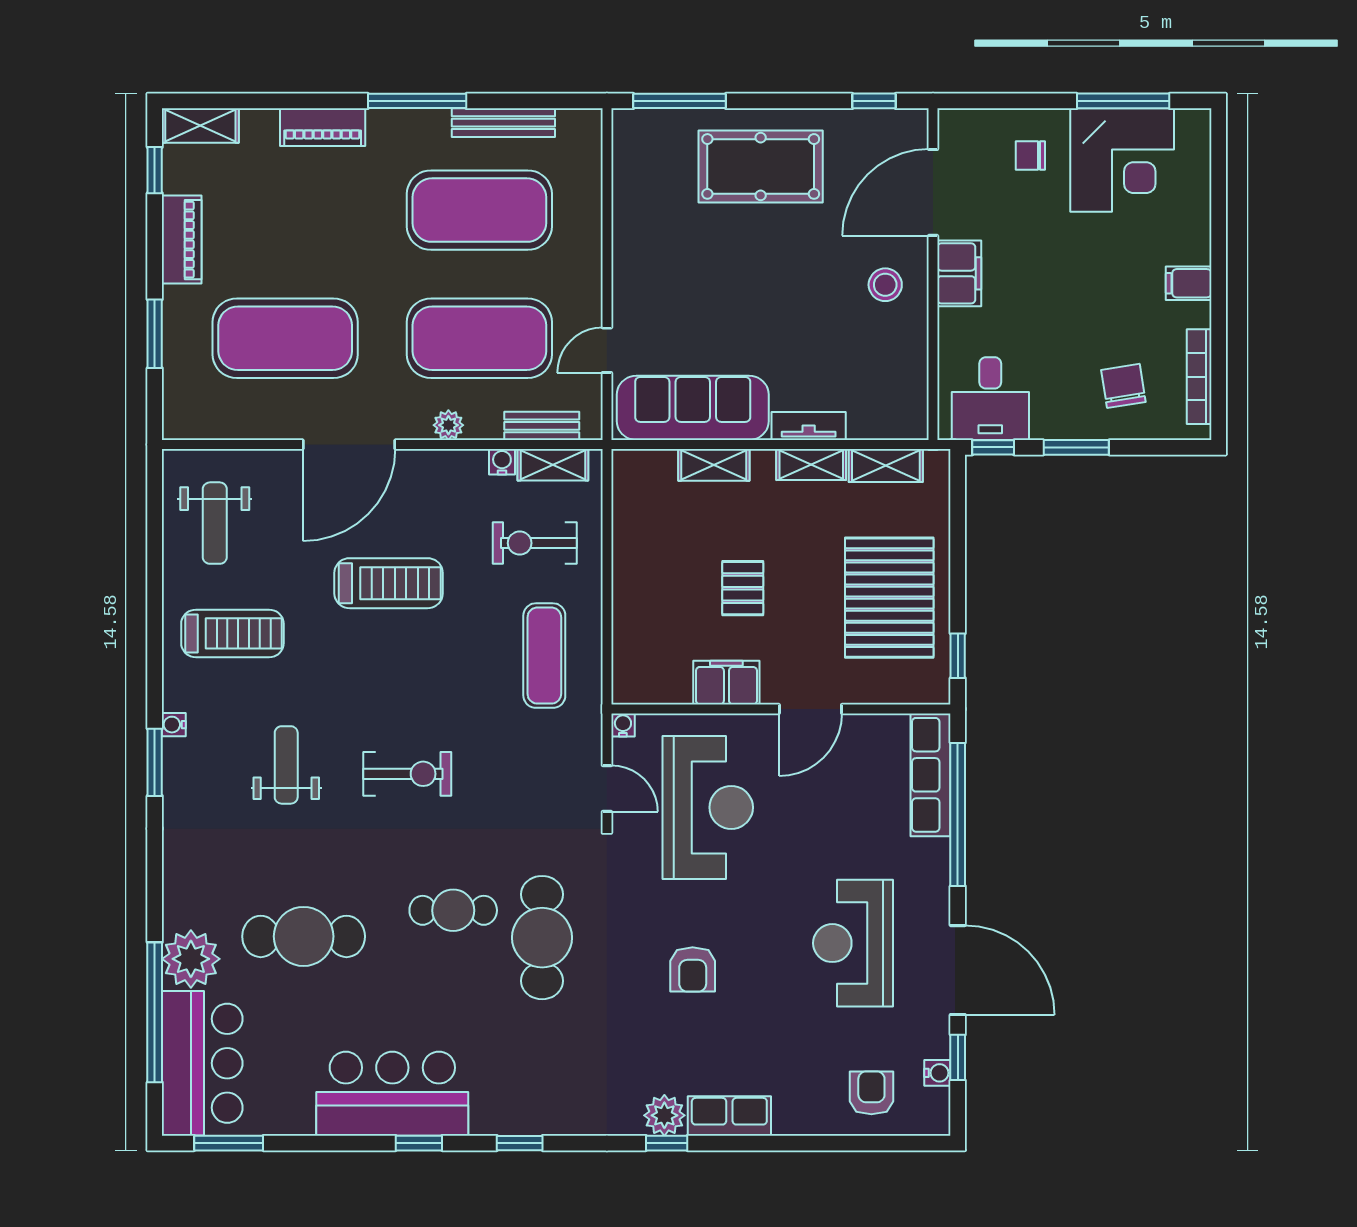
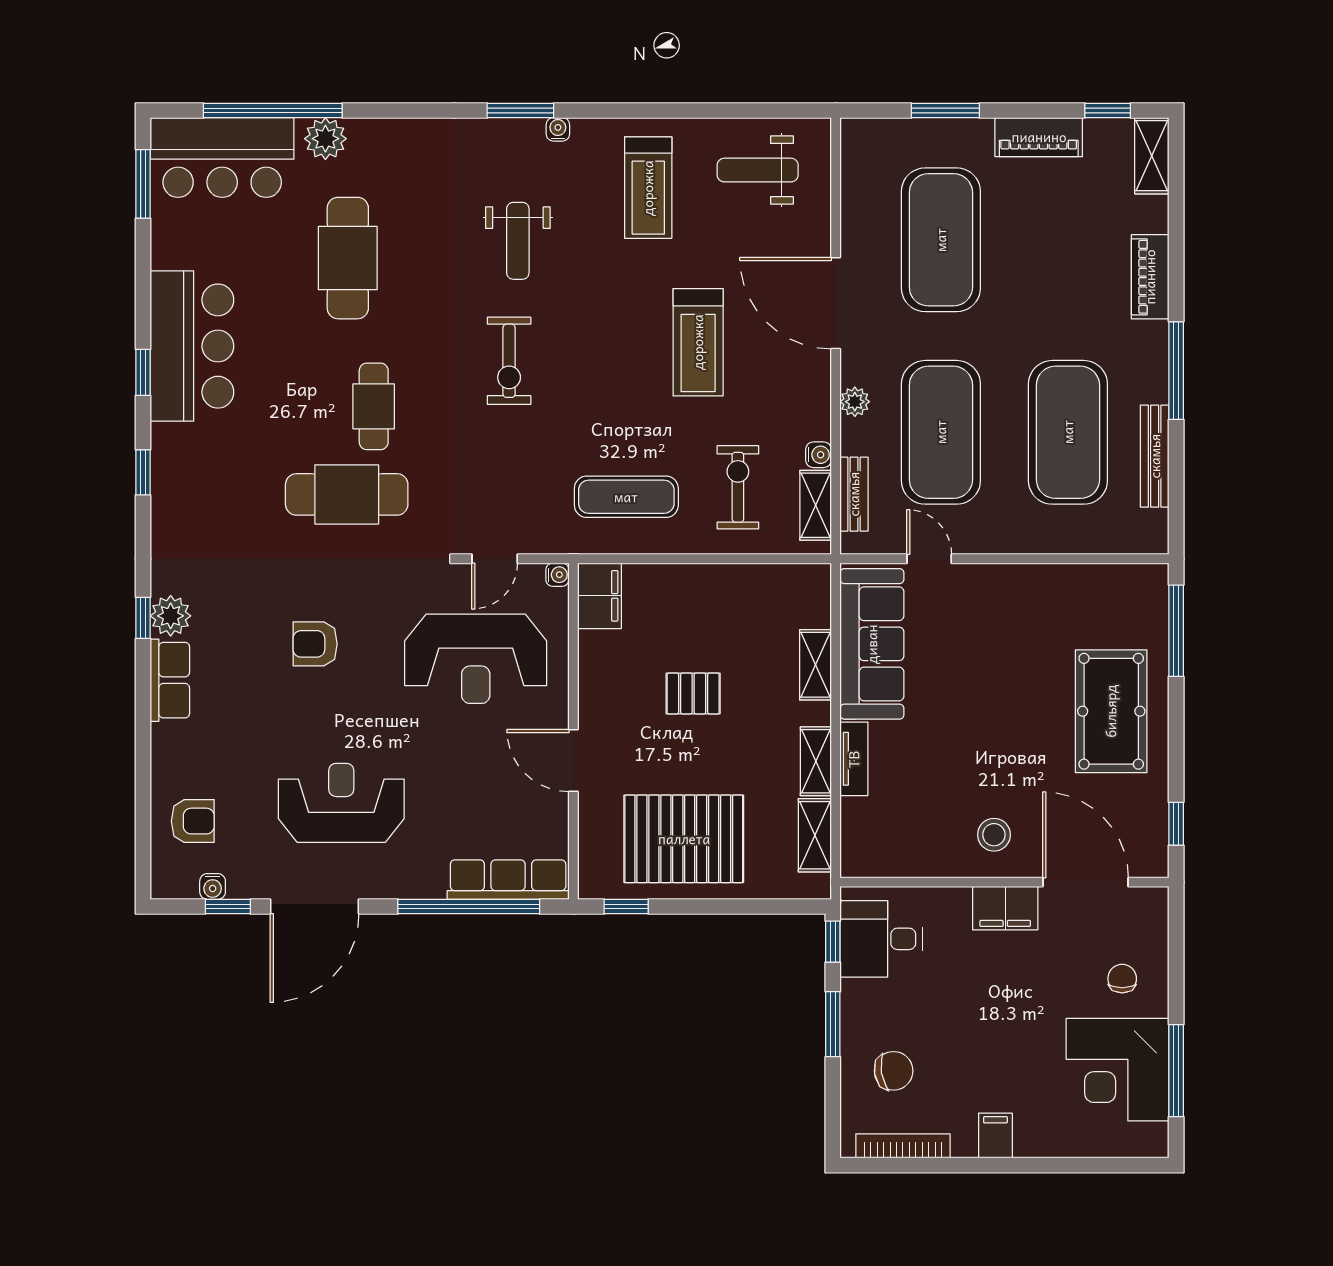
filing cabinet: (726, 683) -> (599, 596), moved
weight bench: (286, 765) -> (518, 241), turned 90
plant: (191, 959) -> (325, 139), width x0.73, depth x0.73

